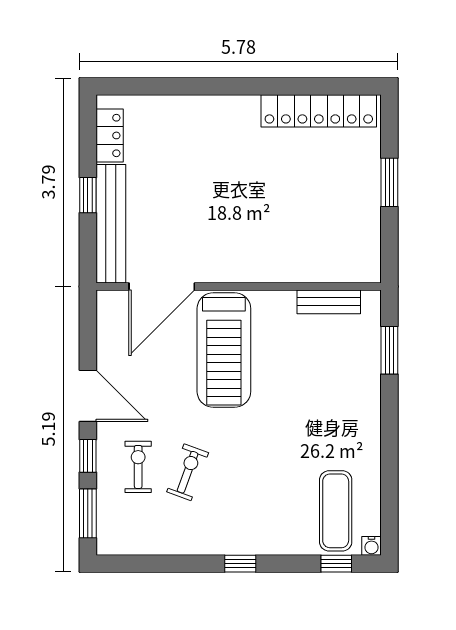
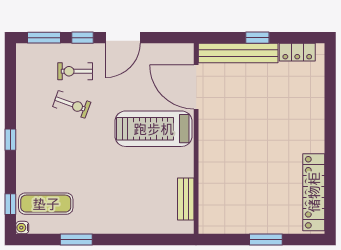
window: (389, 350) -> (76, 239), moved
exercise bike: (138, 467) -> (75, 71), turned 180

